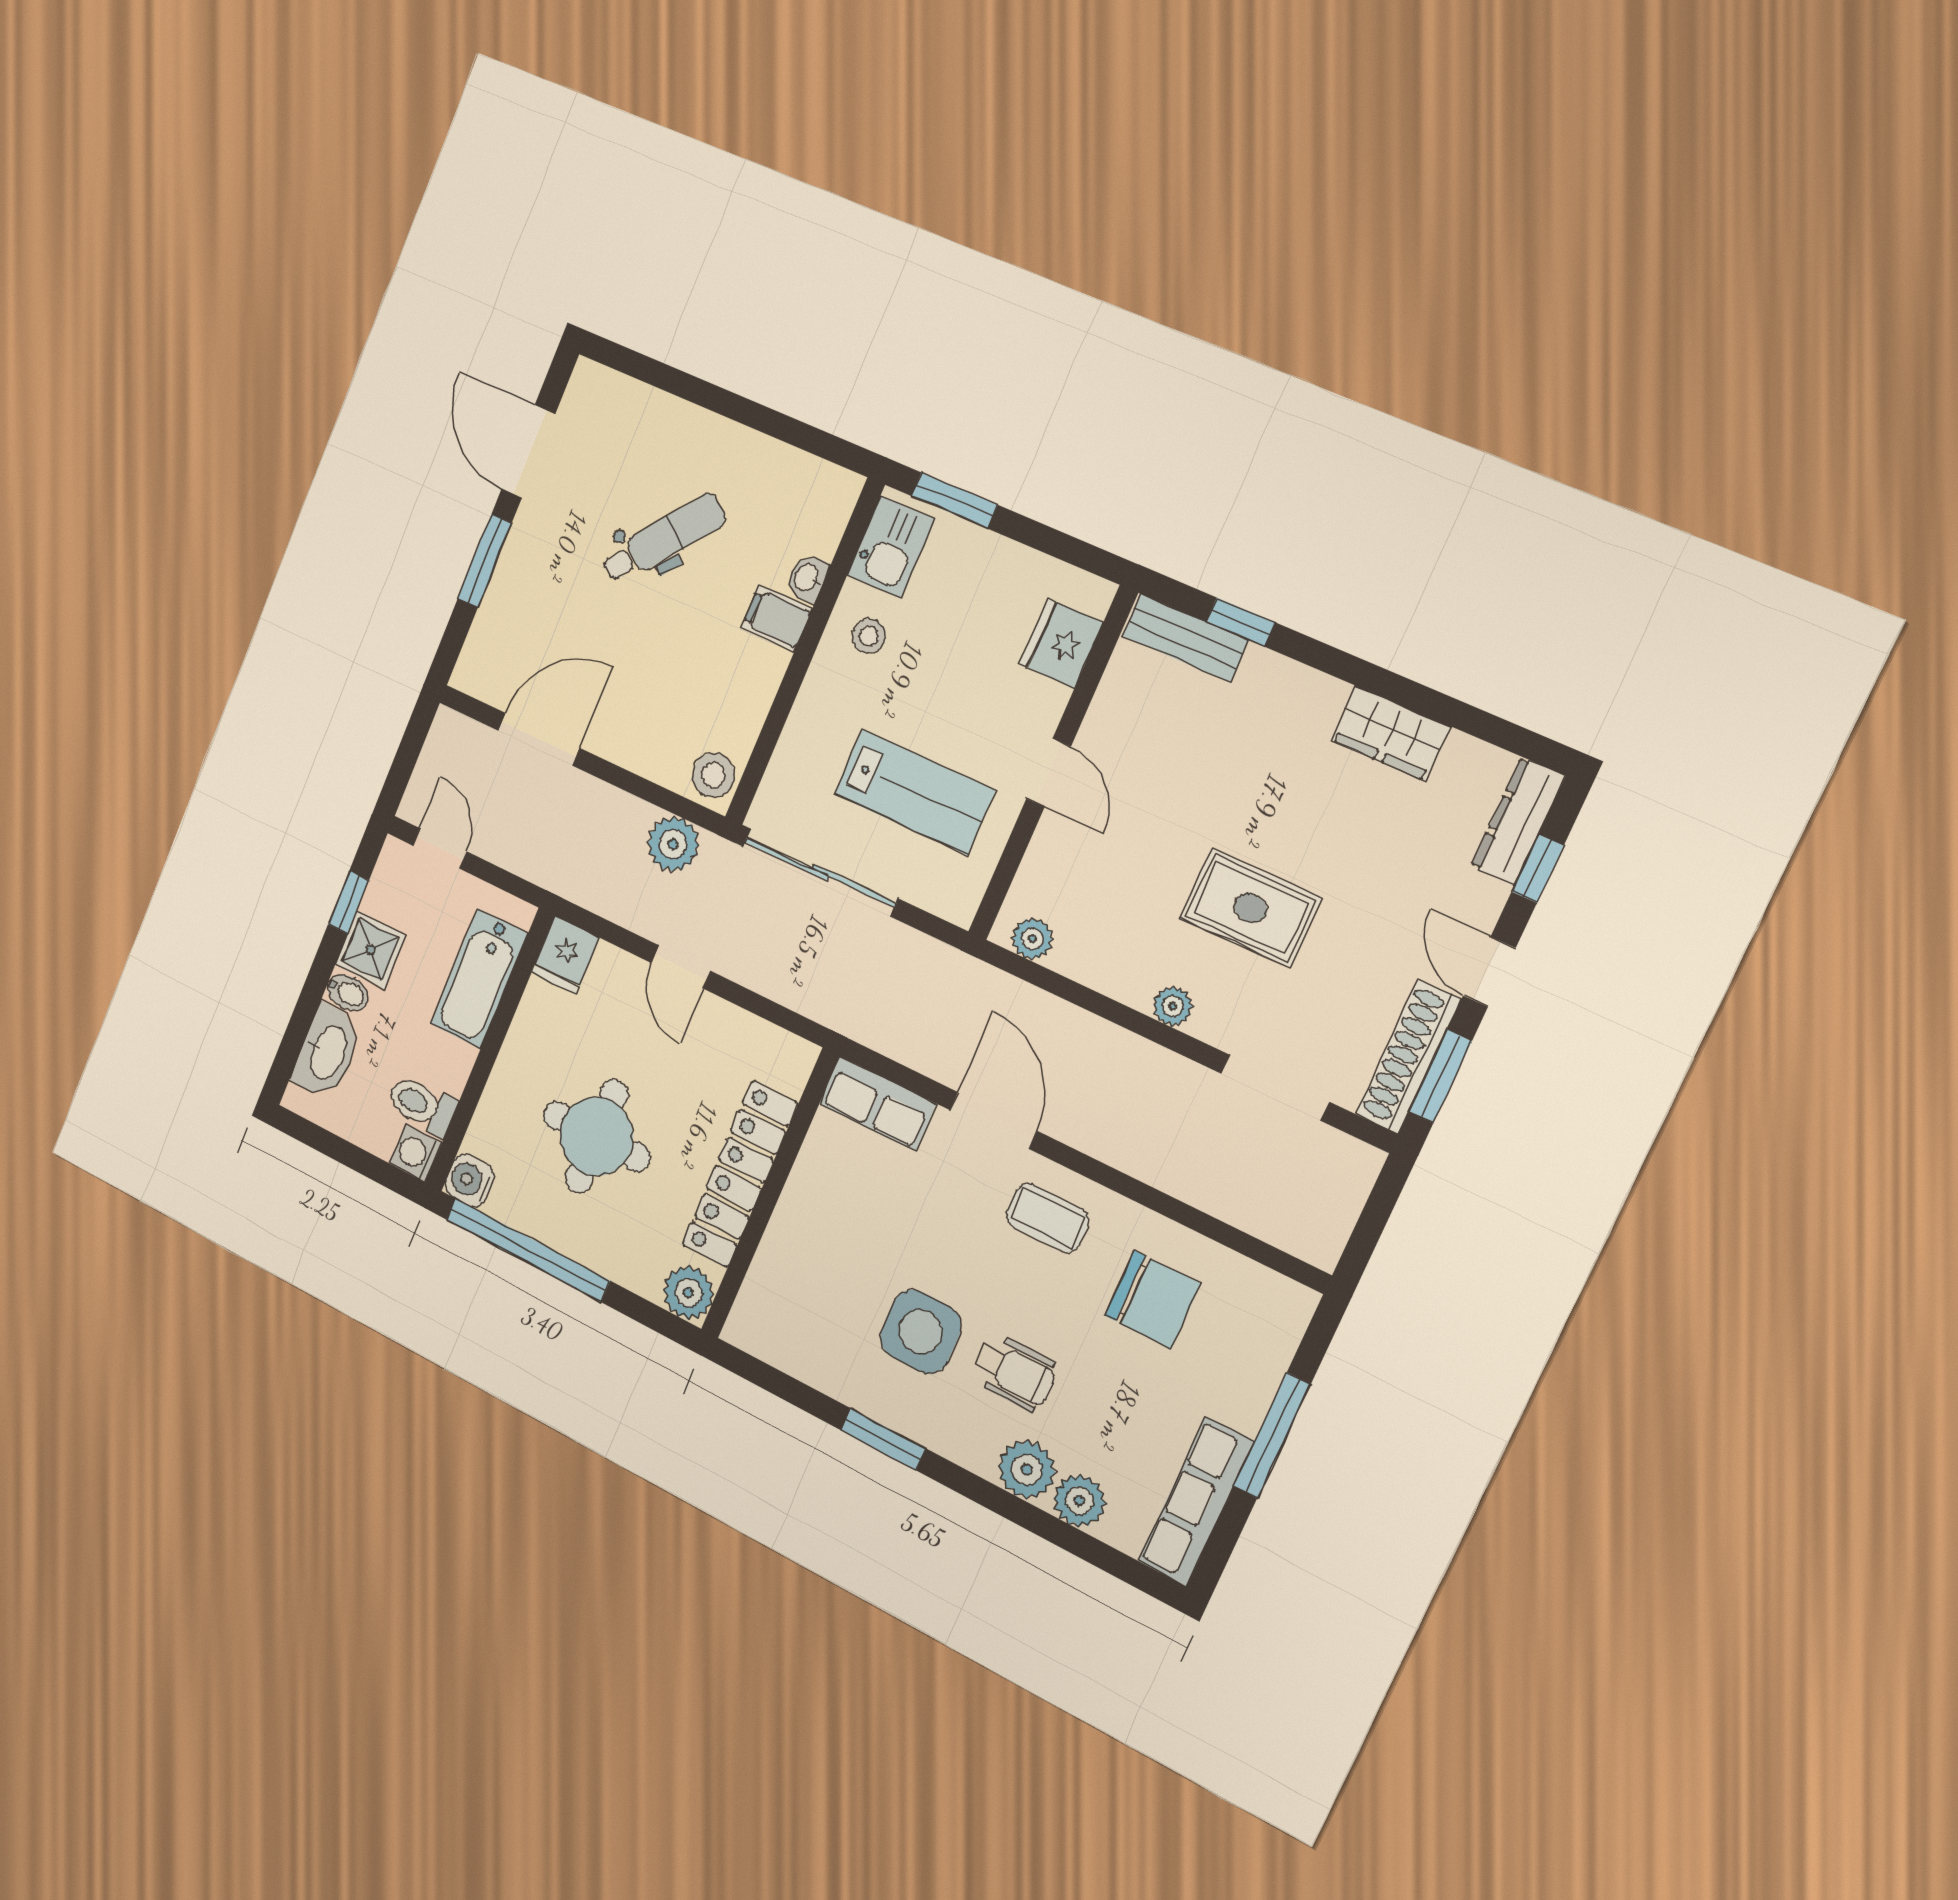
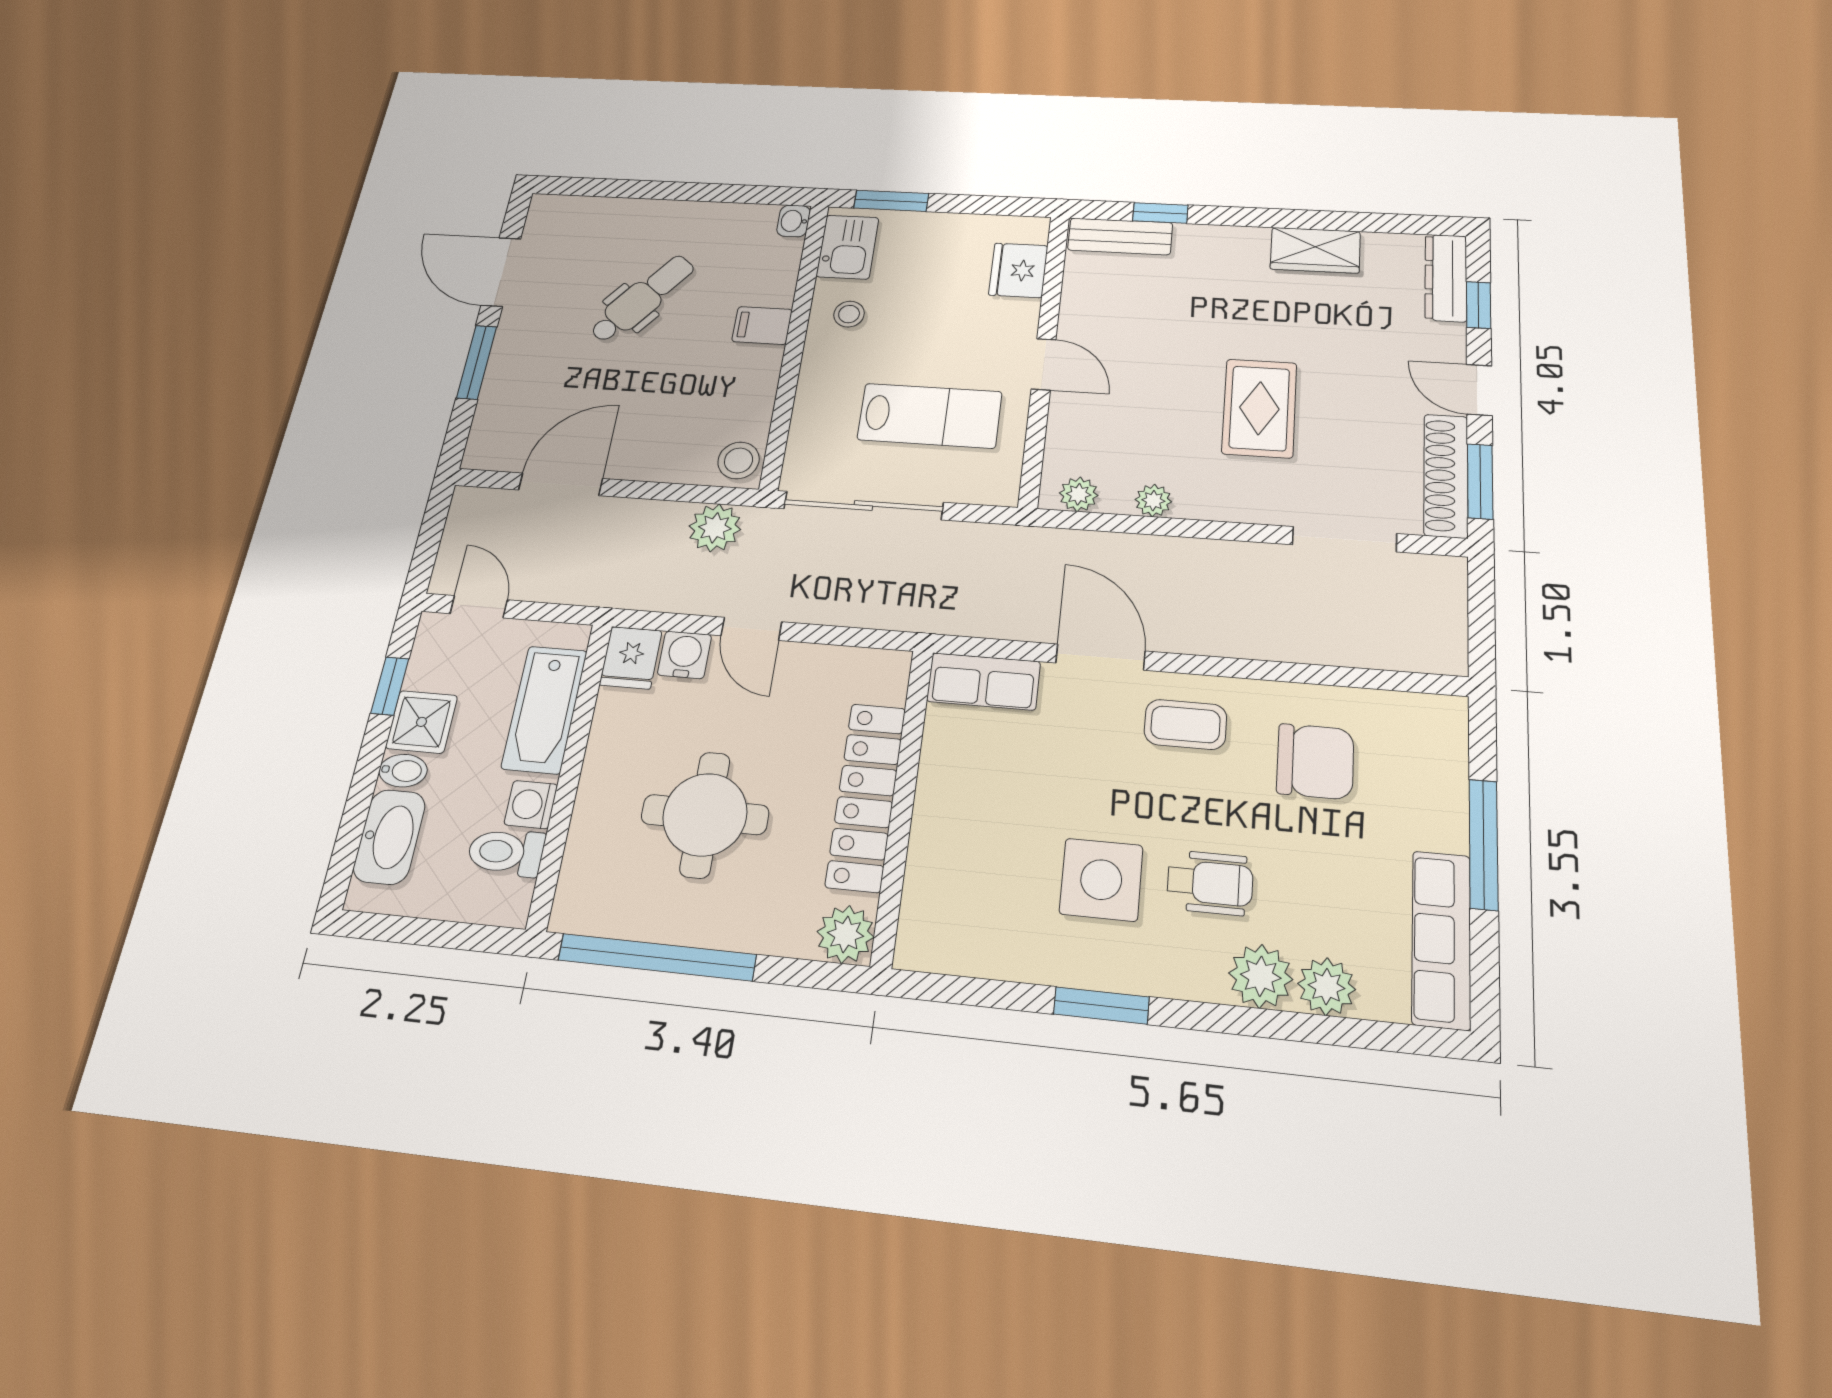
washbasin: (807, 578) -> (793, 221), moved
rug: (1251, 908) -> (1259, 408), turned 90
plant: (1173, 1006) -> (1153, 501), moved
washing machine: (416, 1153) -> (531, 805), moved
water cooler: (470, 1180) -> (684, 655), moved, turned 90

